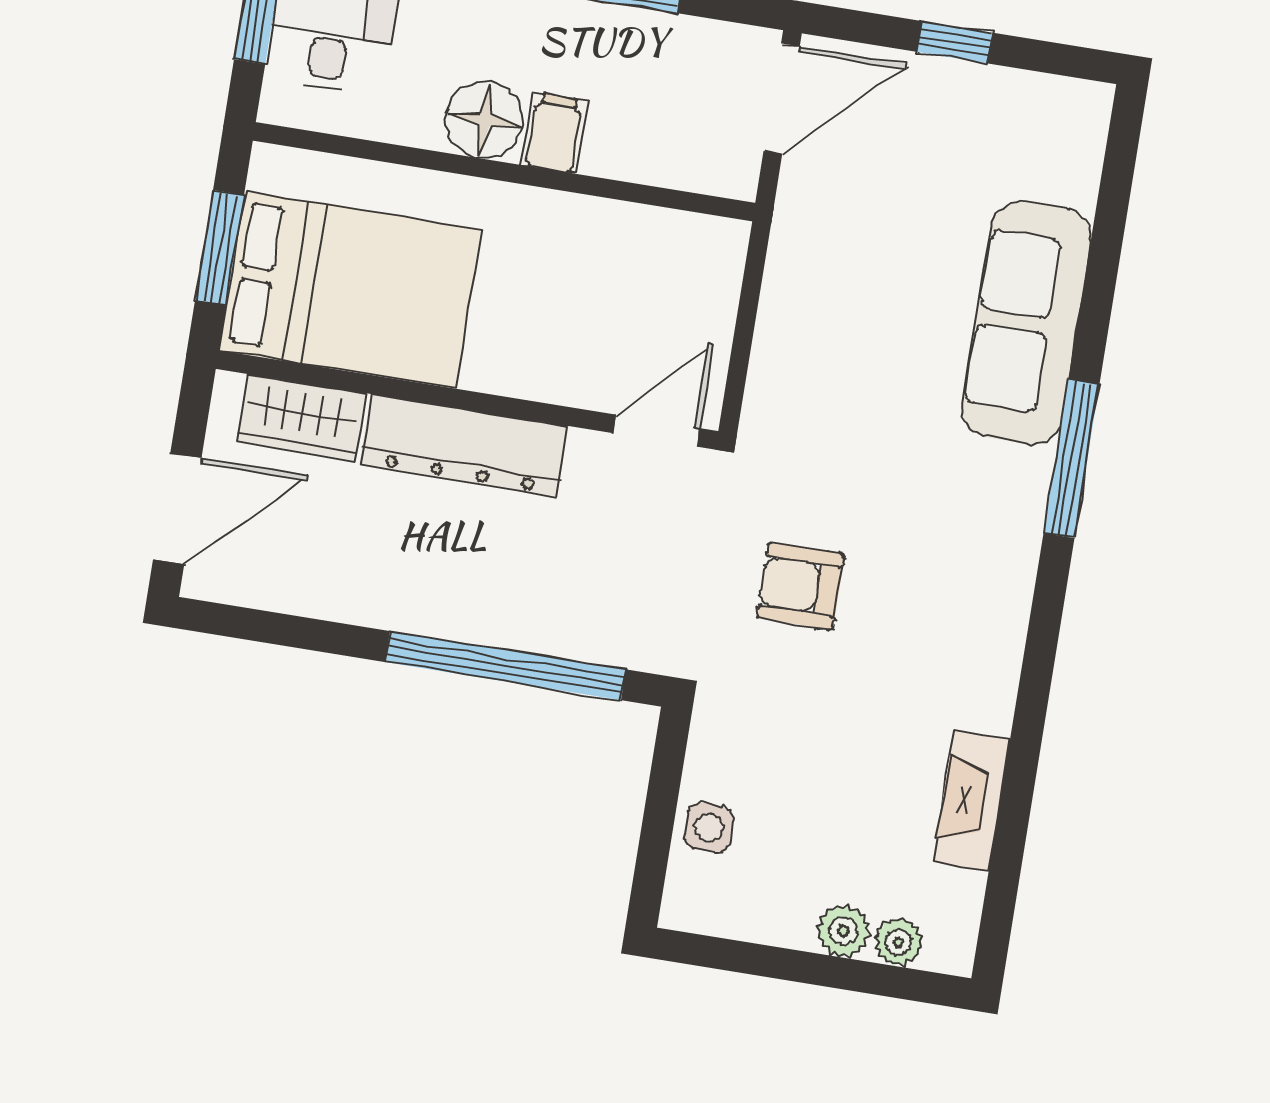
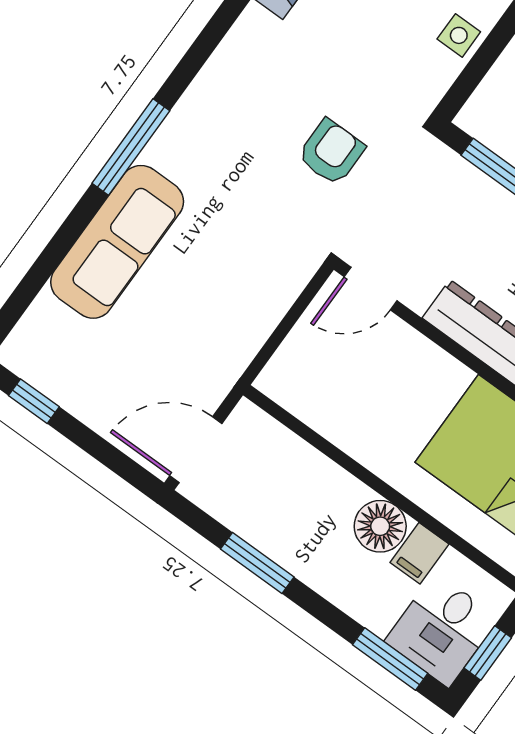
window: (955, 42) -> (34, 401), moved
filing cabinet: (554, 133) -> (419, 553), moved
armchair: (801, 586) -> (331, 152), turned -90

